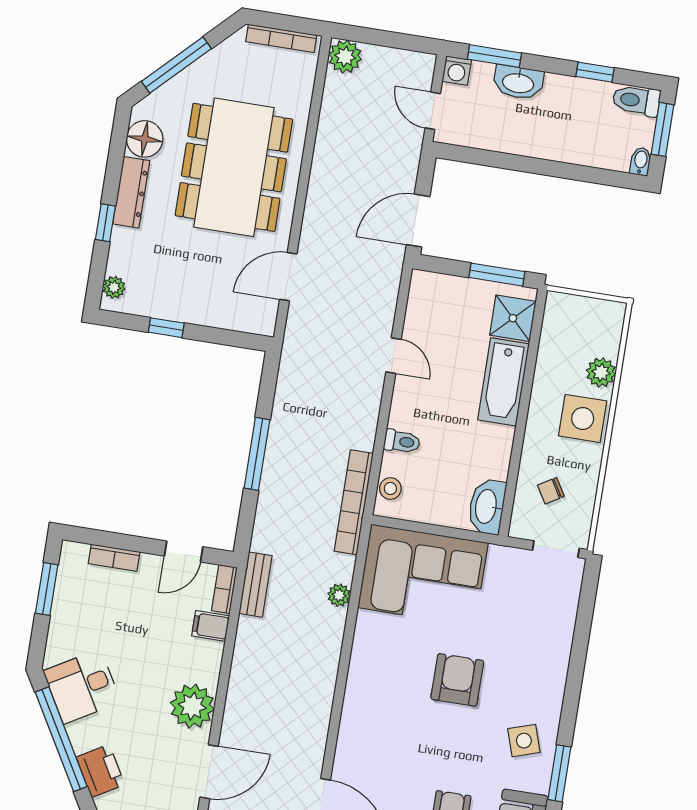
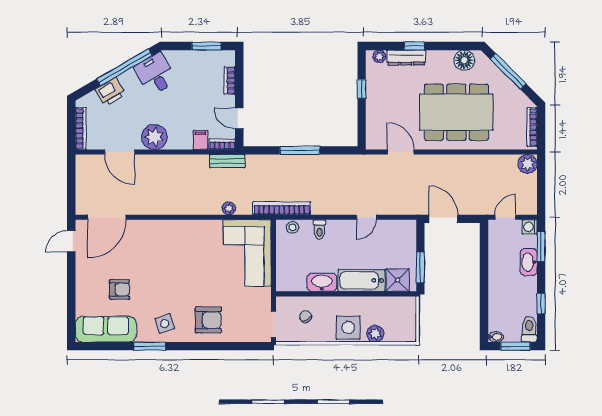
dresser: (131, 192) -> (406, 58), moved
washbasin: (487, 507) -> (322, 282), moved
armchair: (457, 680) -> (208, 320), moved

